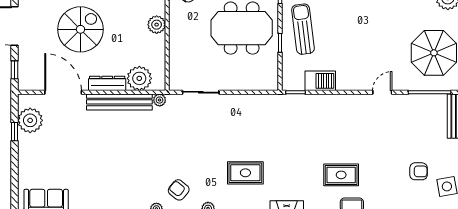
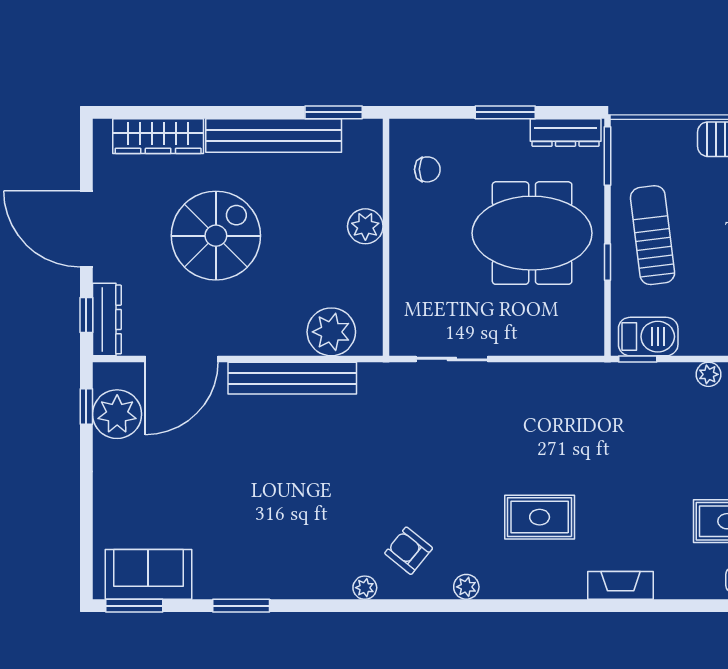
barbecue: (320, 81) -> (648, 337), moved
dresser: (107, 83) -> (107, 319), moved, turned 90
door: (63, 92) -> (182, 359), swing flipped
plant: (160, 100) -> (708, 374), moved
window: (14, 132) -> (86, 407), moved

